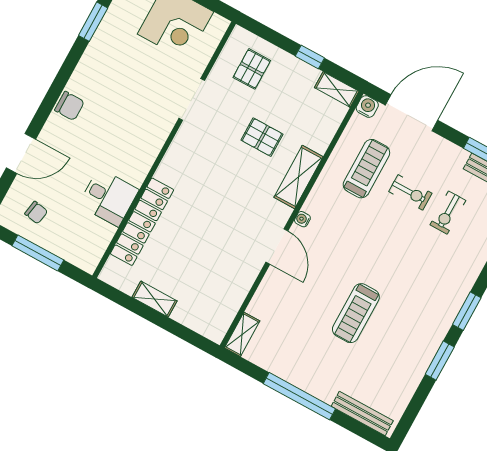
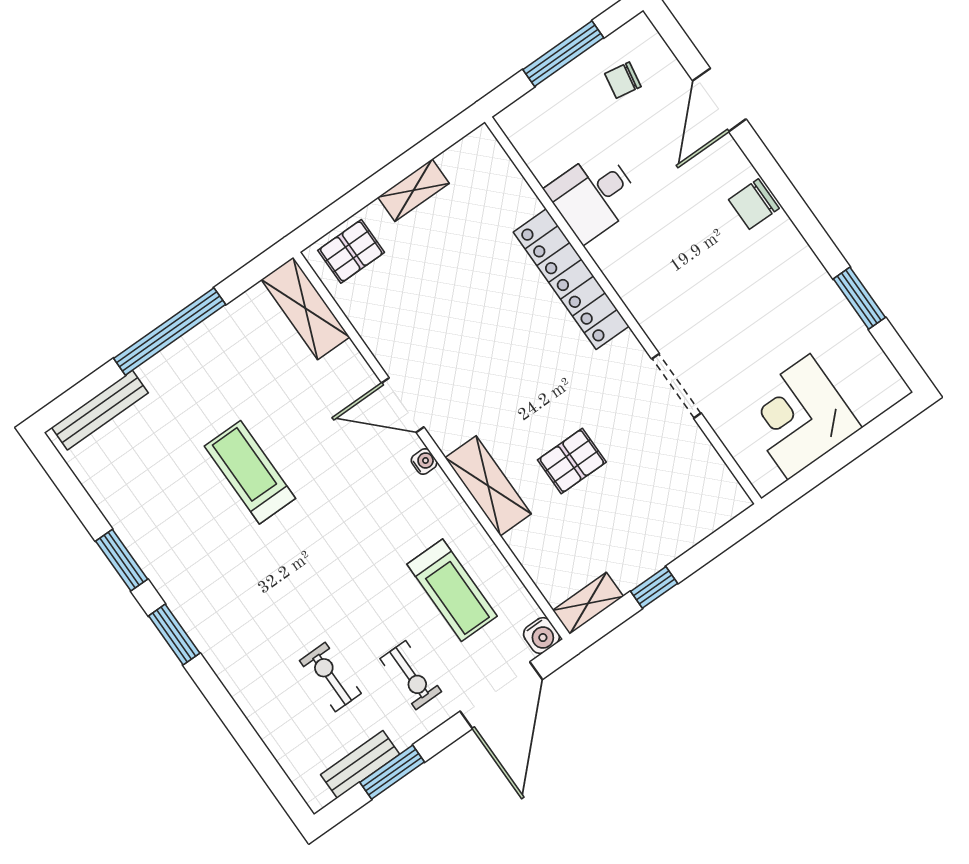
pallet: (252, 69) -> (351, 251), moved, turned 90
exercise bike: (410, 192) -> (411, 675), moved, turned -90
locker: (142, 222) -> (571, 279), moved
shelving: (242, 334) -> (305, 308), width x1.50, depth x1.33

